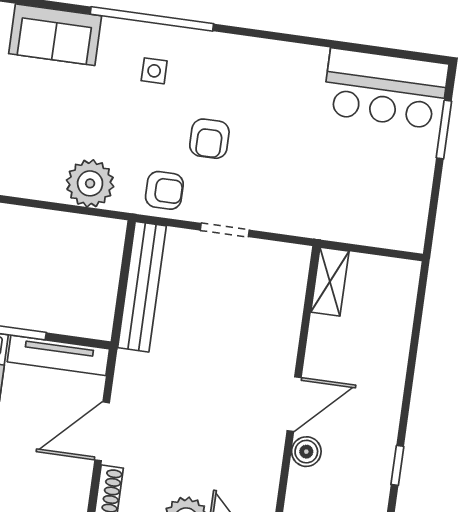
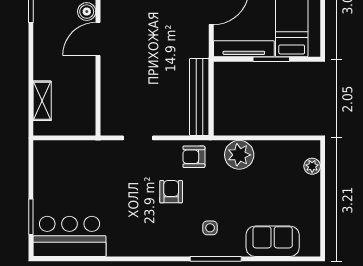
window: (152, 19) -> (216, 259), width x0.68
doorway: (225, 230) -> (138, 138), moved
shelving: (330, 282) -> (42, 101), moved

